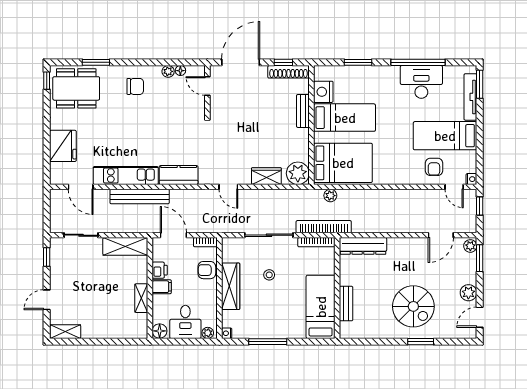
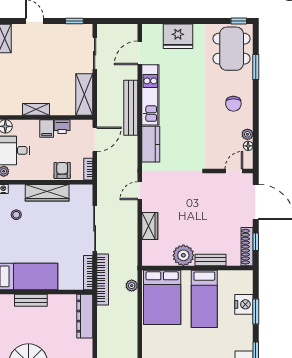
nightstand: (323, 92) -> (244, 304), moved, turned 90
plant: (298, 173) -> (183, 255), moved
stool: (269, 275) -> (16, 215), moved

